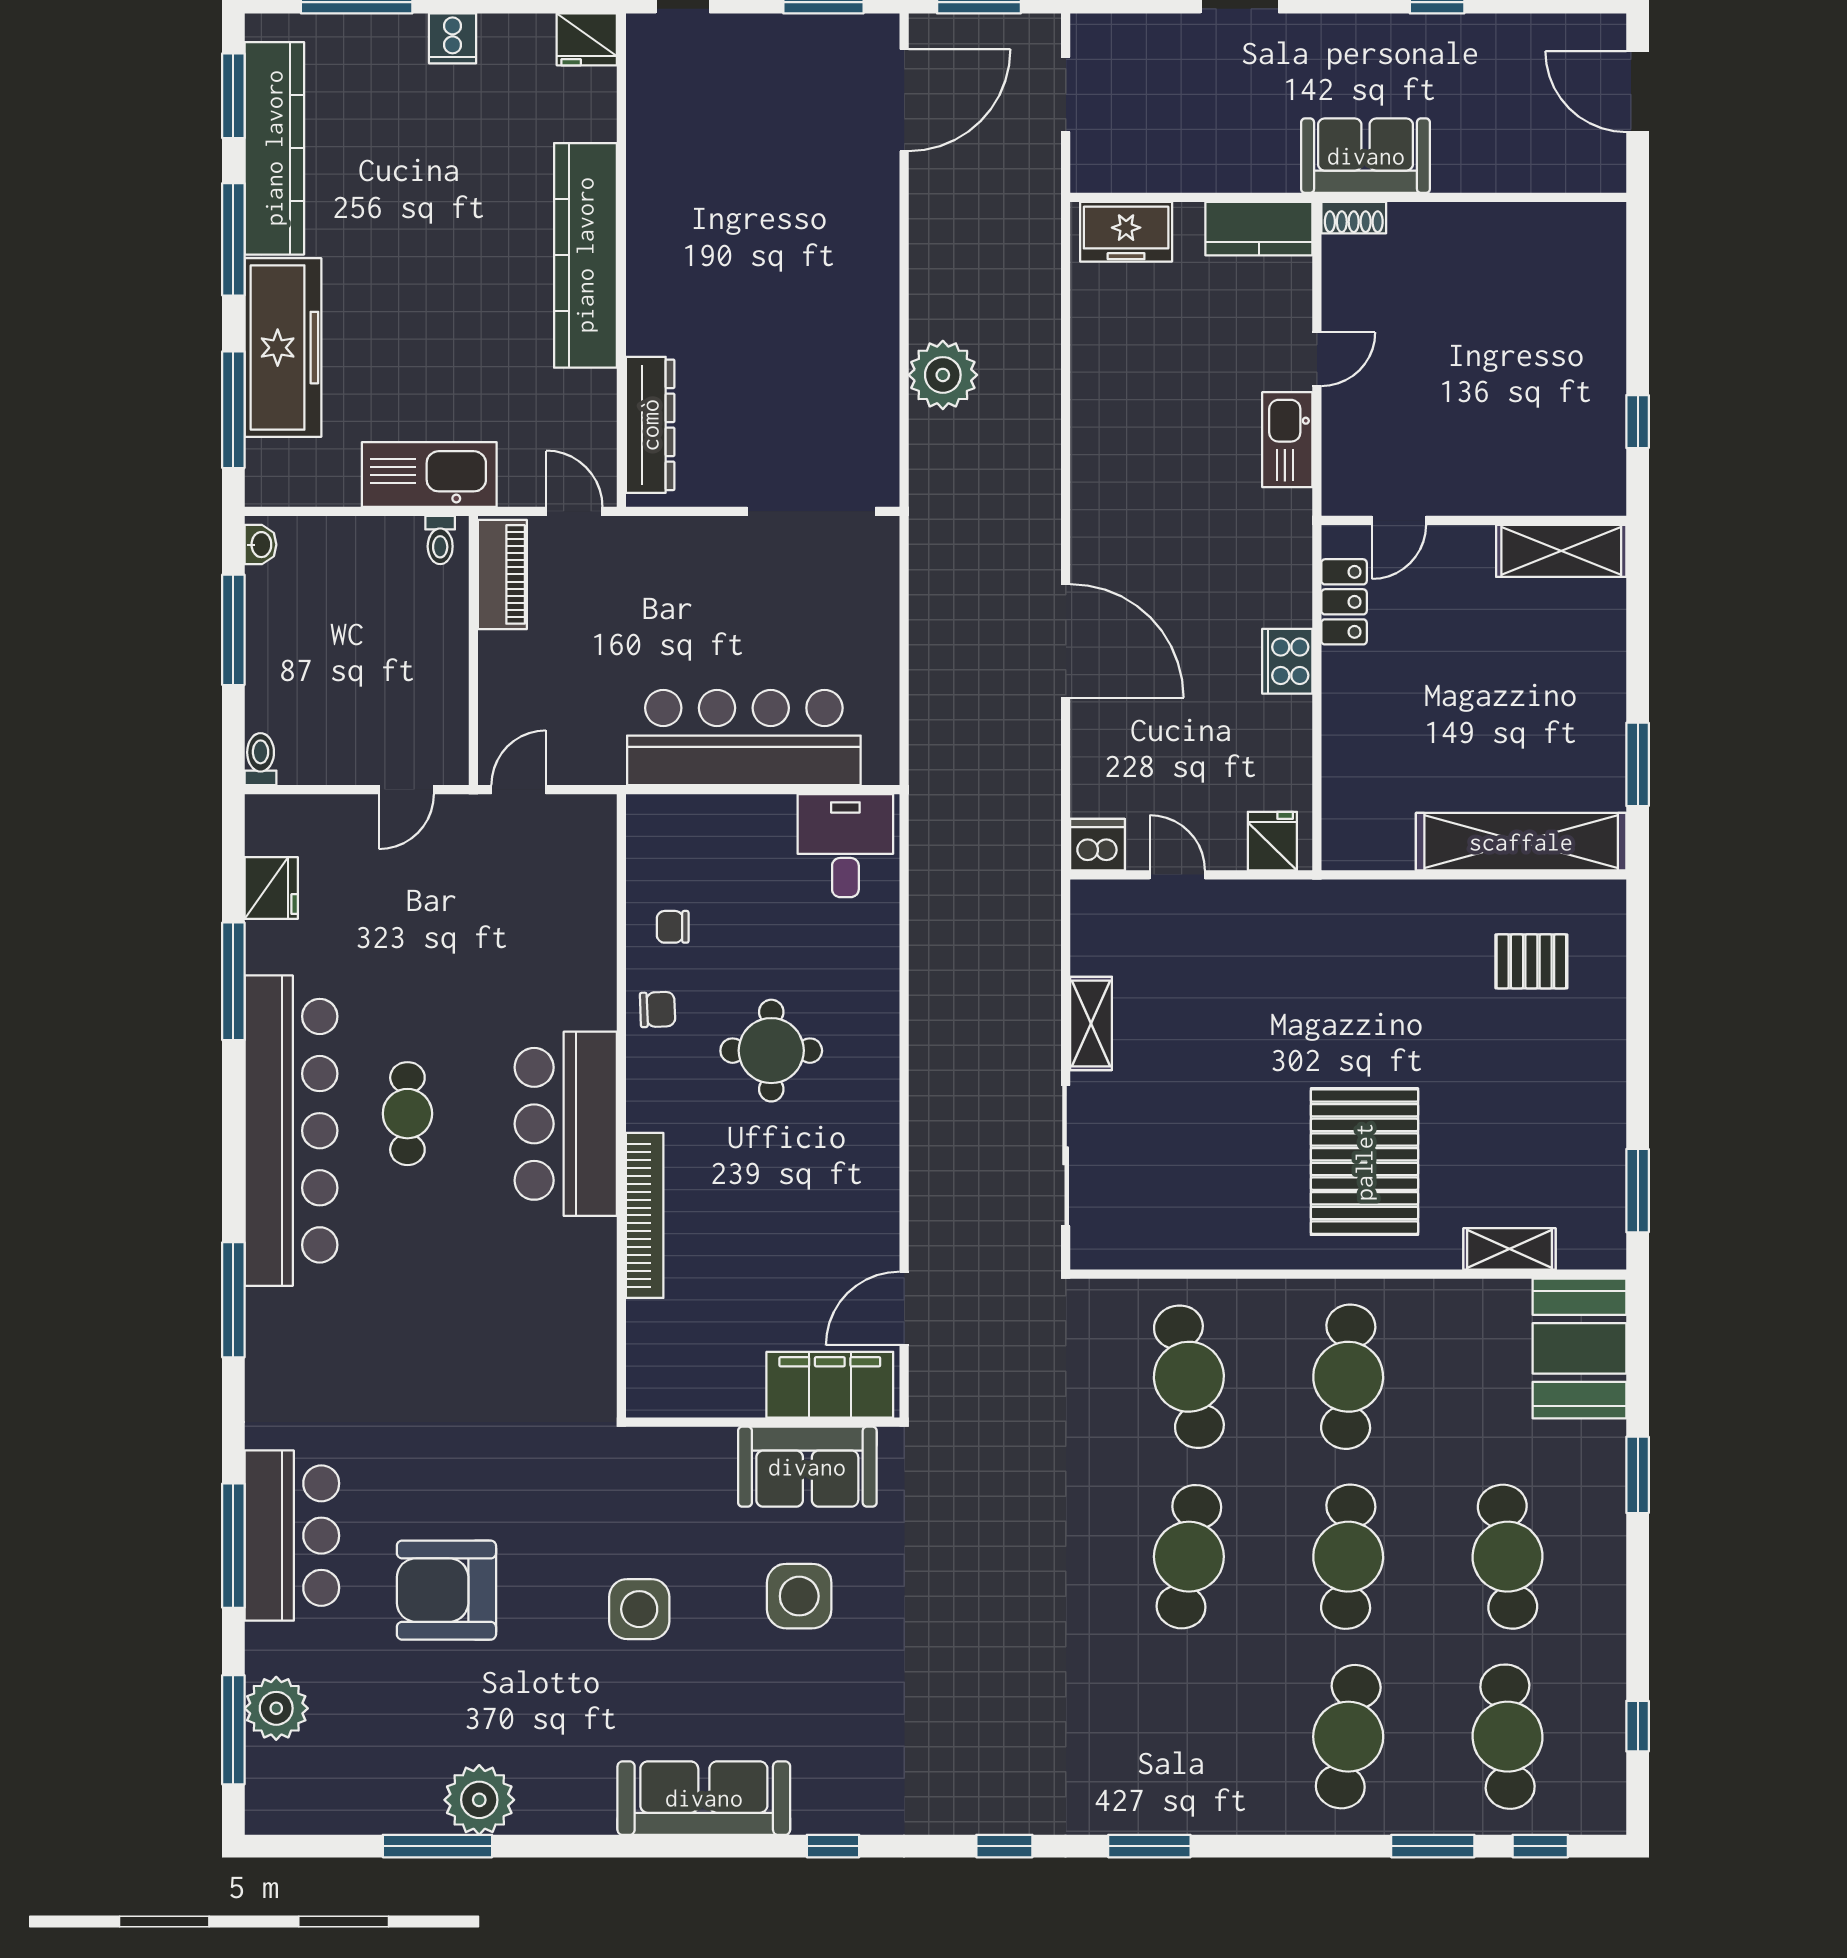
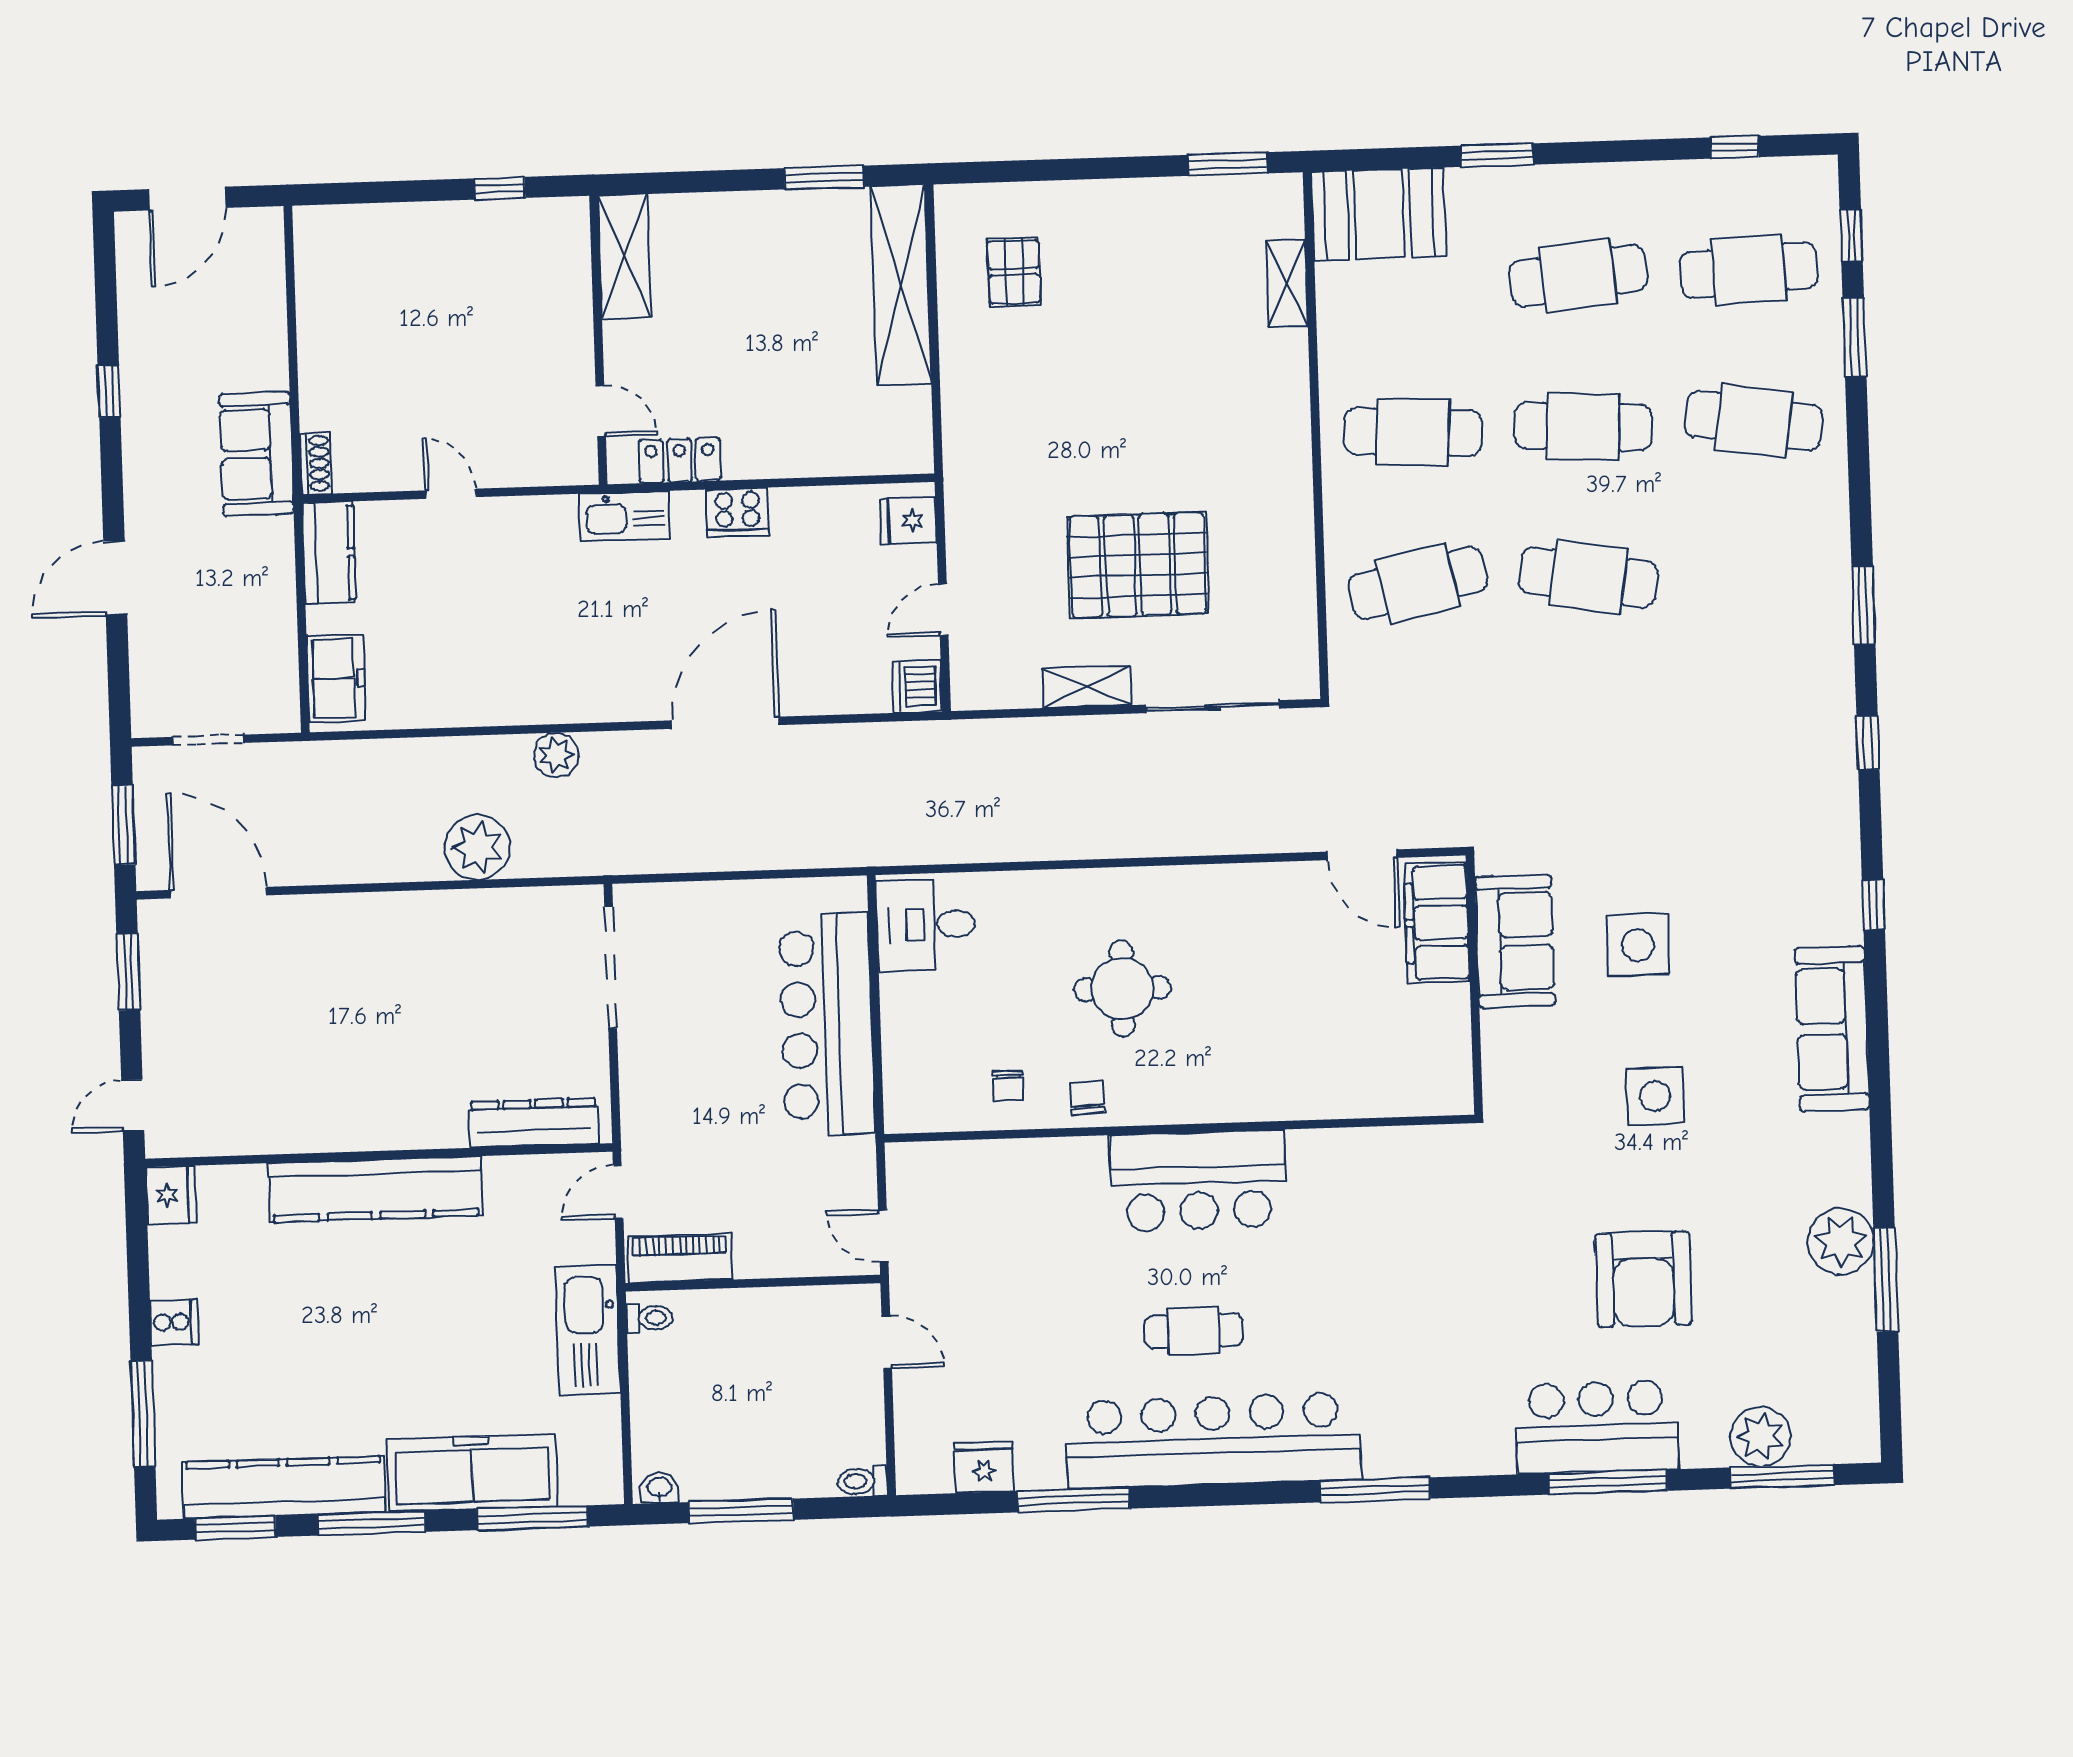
kitchen sink: (1287, 440) -> (624, 516), moved
plant: (1037, 461) -> (556, 755), added
pallet: (1364, 1162) -> (1138, 565), moved
bookcase: (645, 1215) -> (1282, 1103), removed

